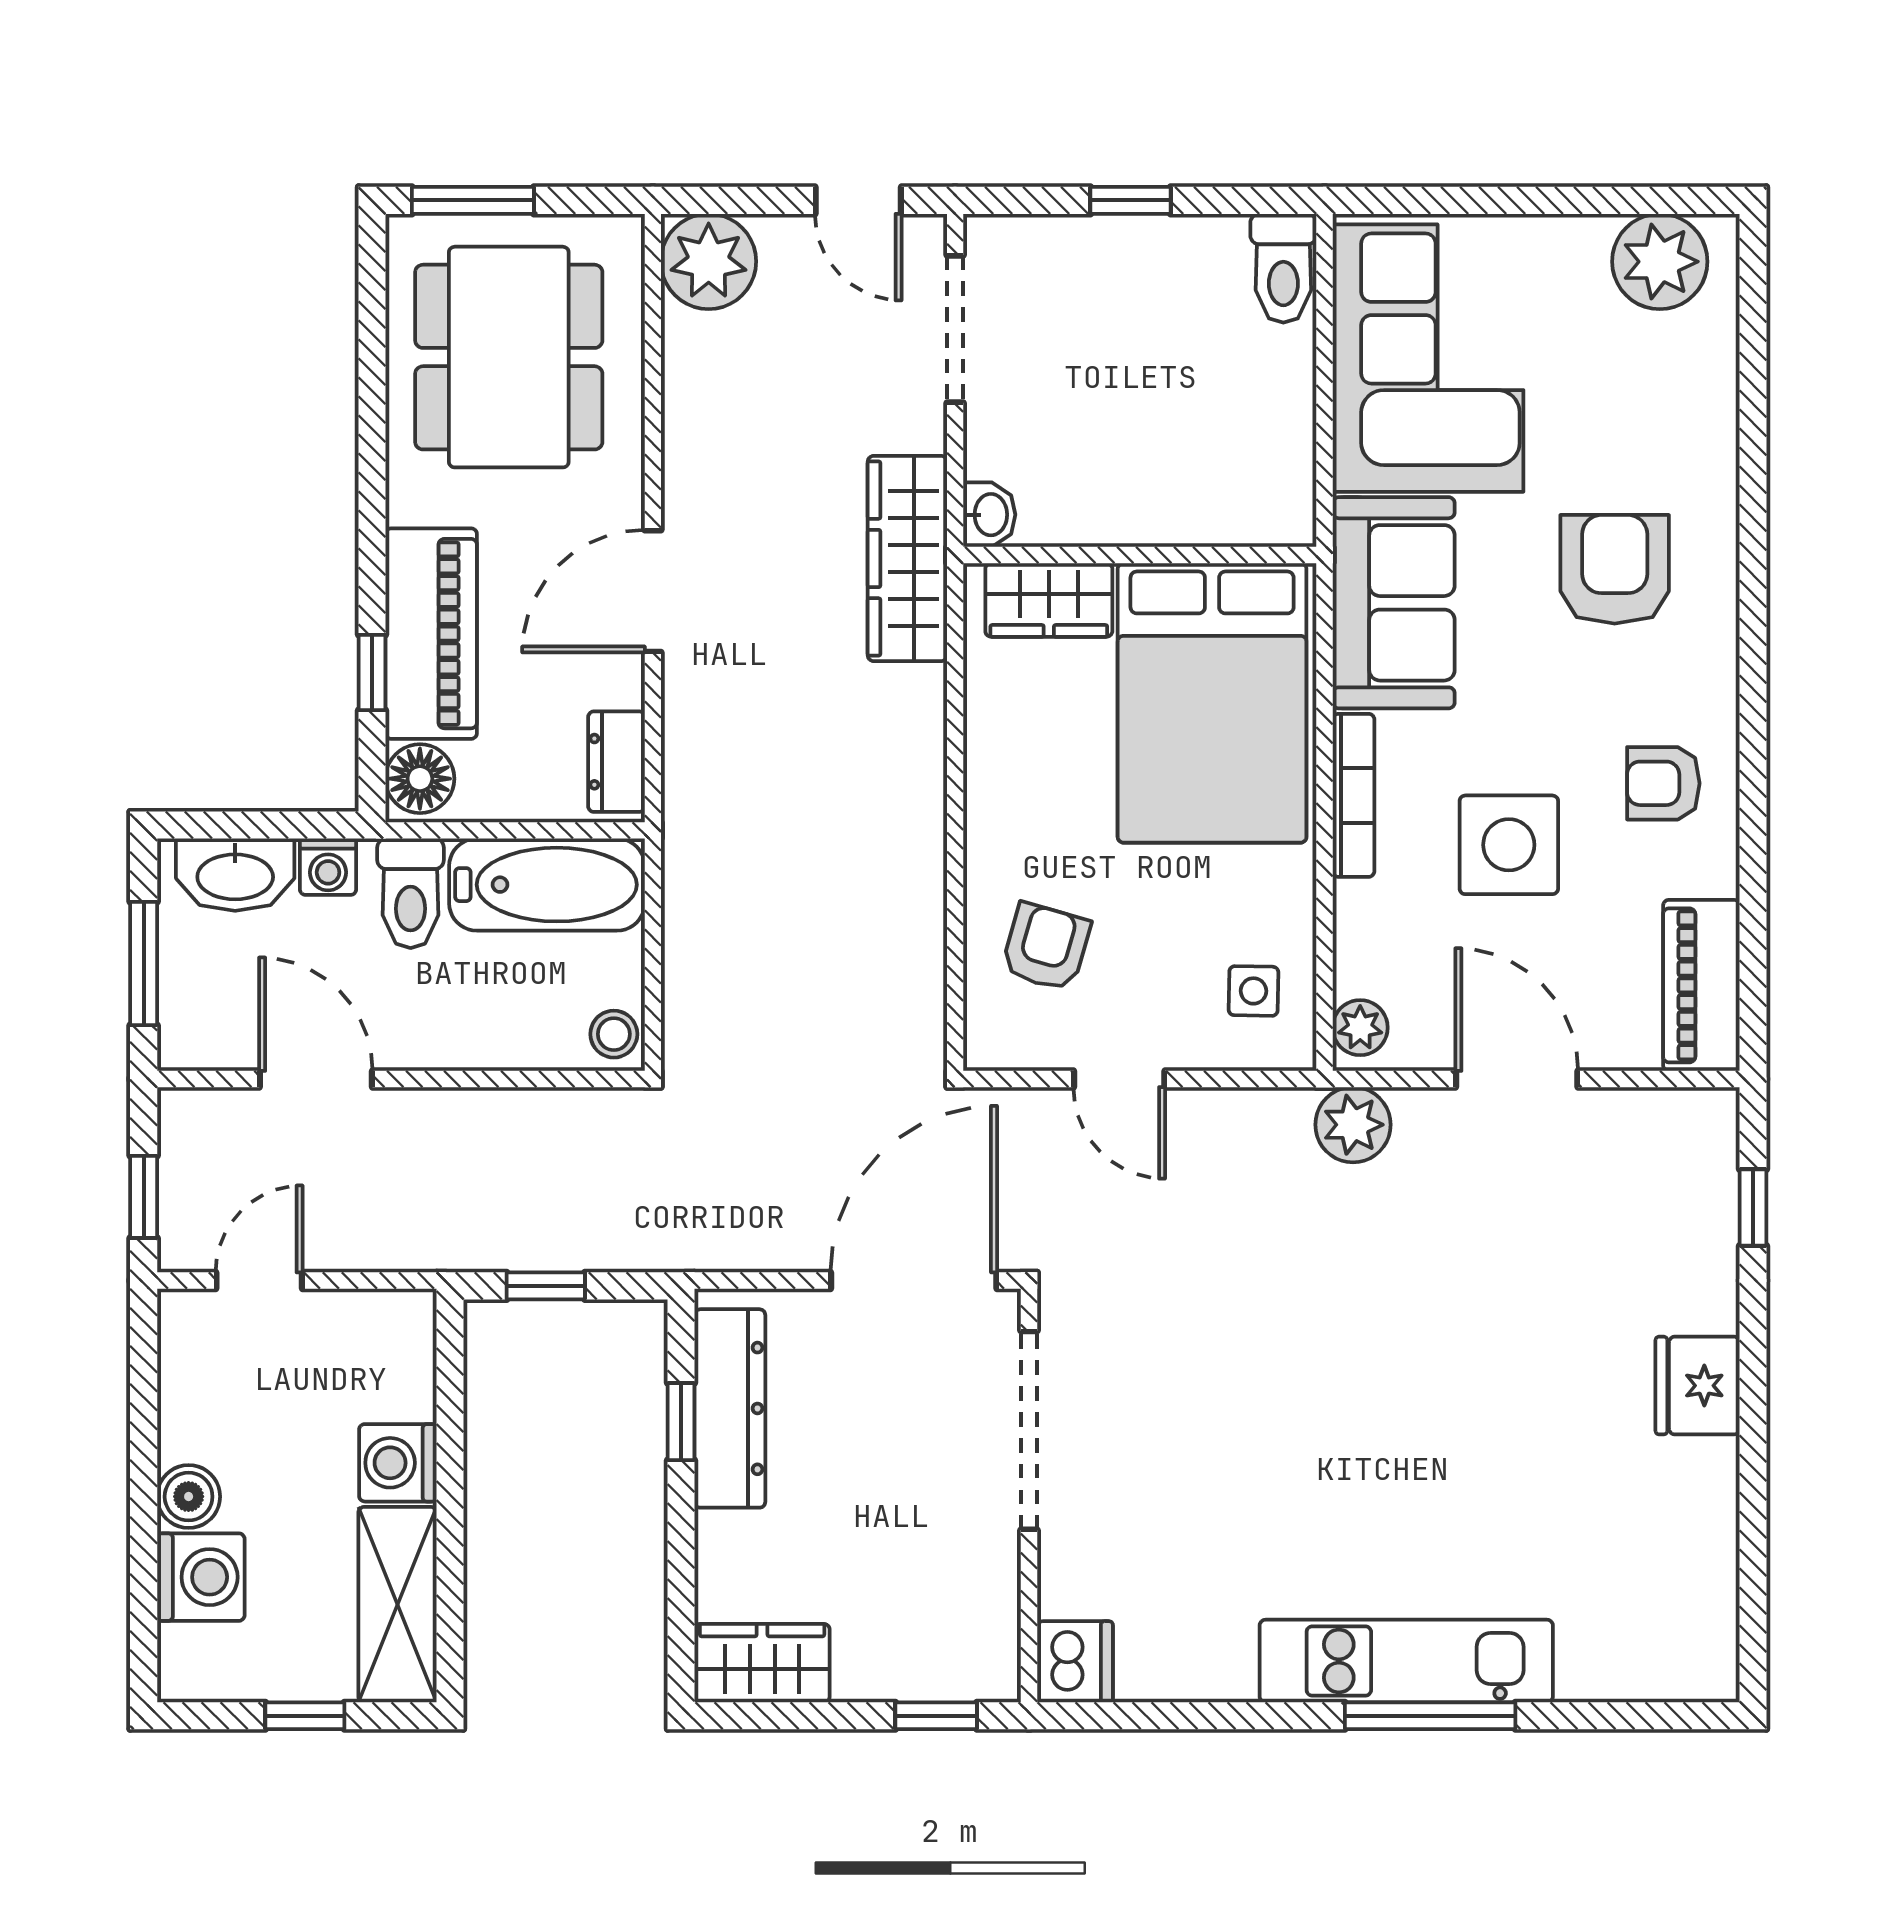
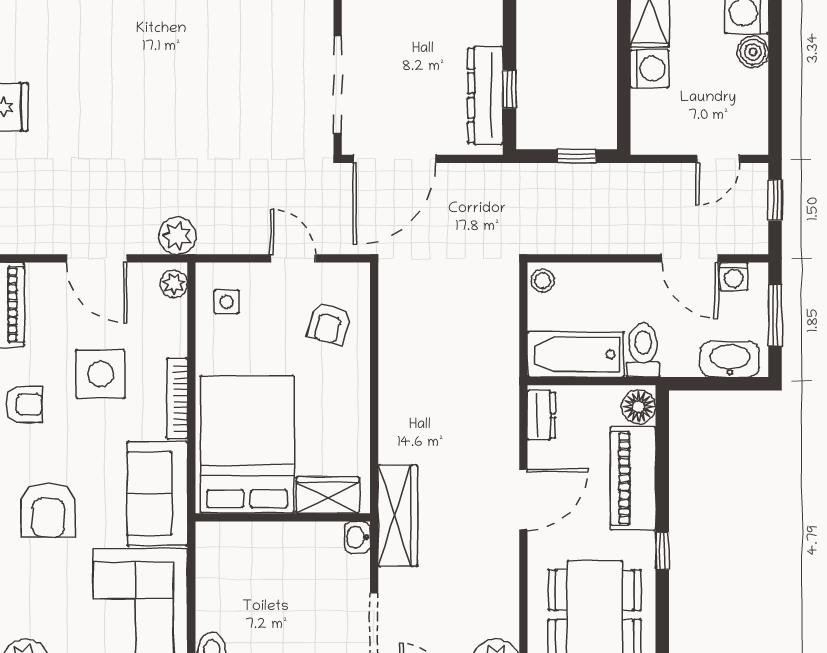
window: (372, 672) -> (662, 551), moved
washing machine: (328, 867) -> (734, 276), moved, turned 180

